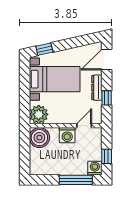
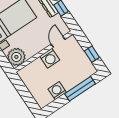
boiler: (39, 138) -> (29, 75), removed
washing machine: (95, 168) -> (57, 91), moved

